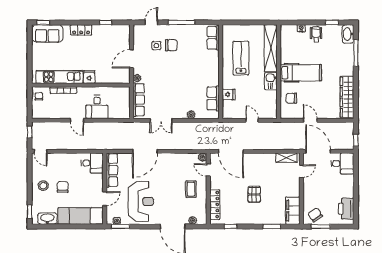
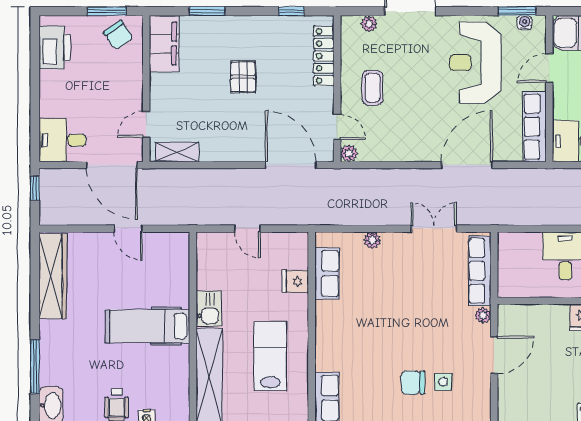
lab bench: (241, 58) -> (270, 356), turned 180
chair: (291, 98) -> (167, 274), removed

